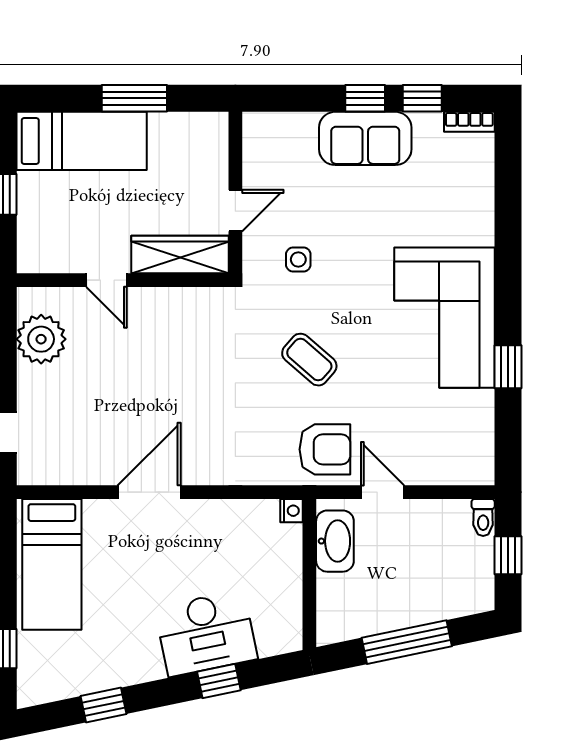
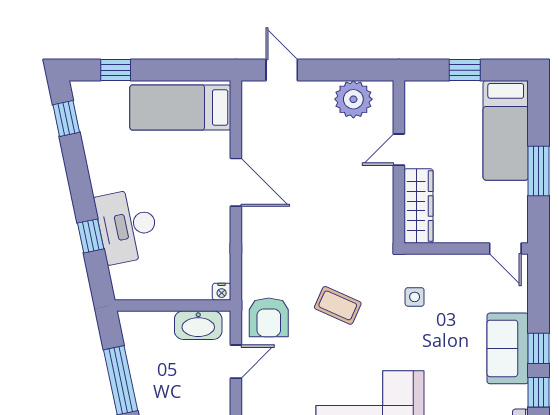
door: (235, 211) -> (505, 249), moved
coffee table: (309, 360) -> (338, 305), turned 73
window: (104, 705) -> (66, 118), moved

